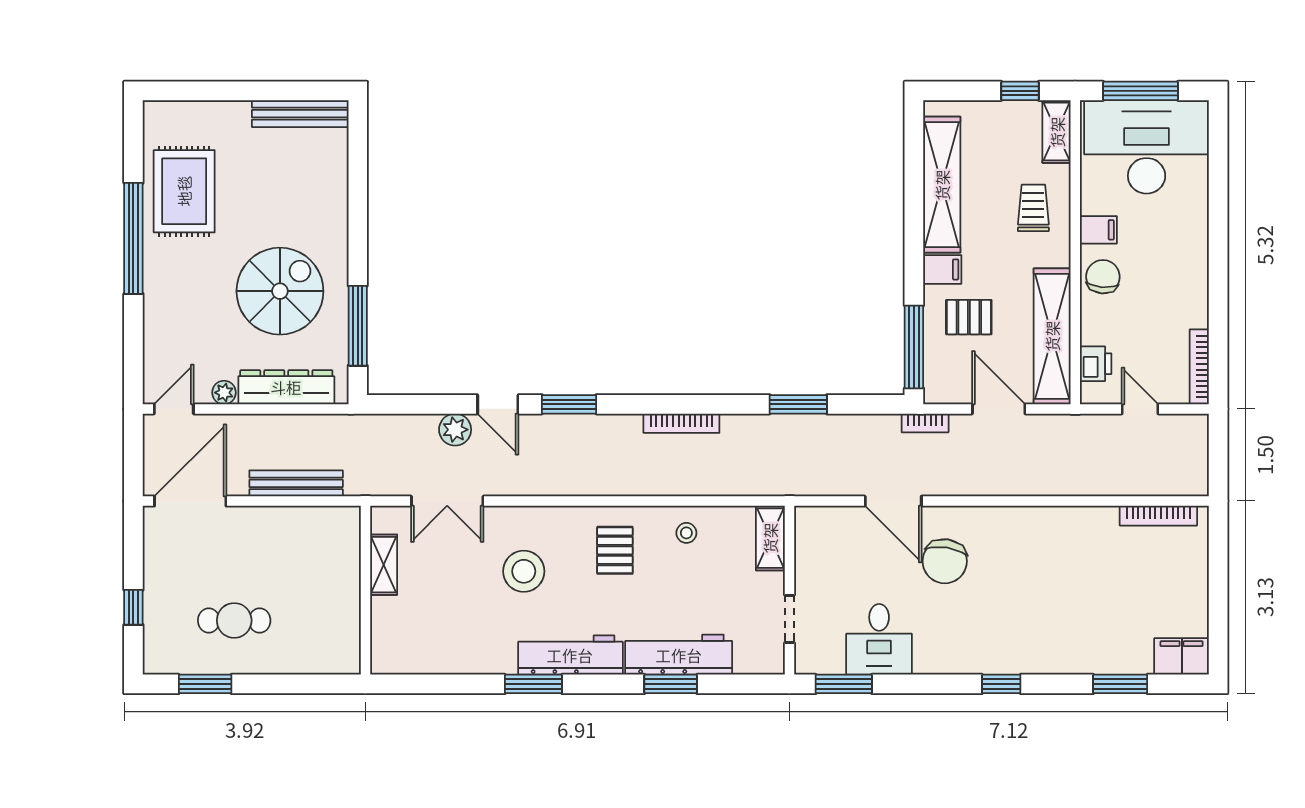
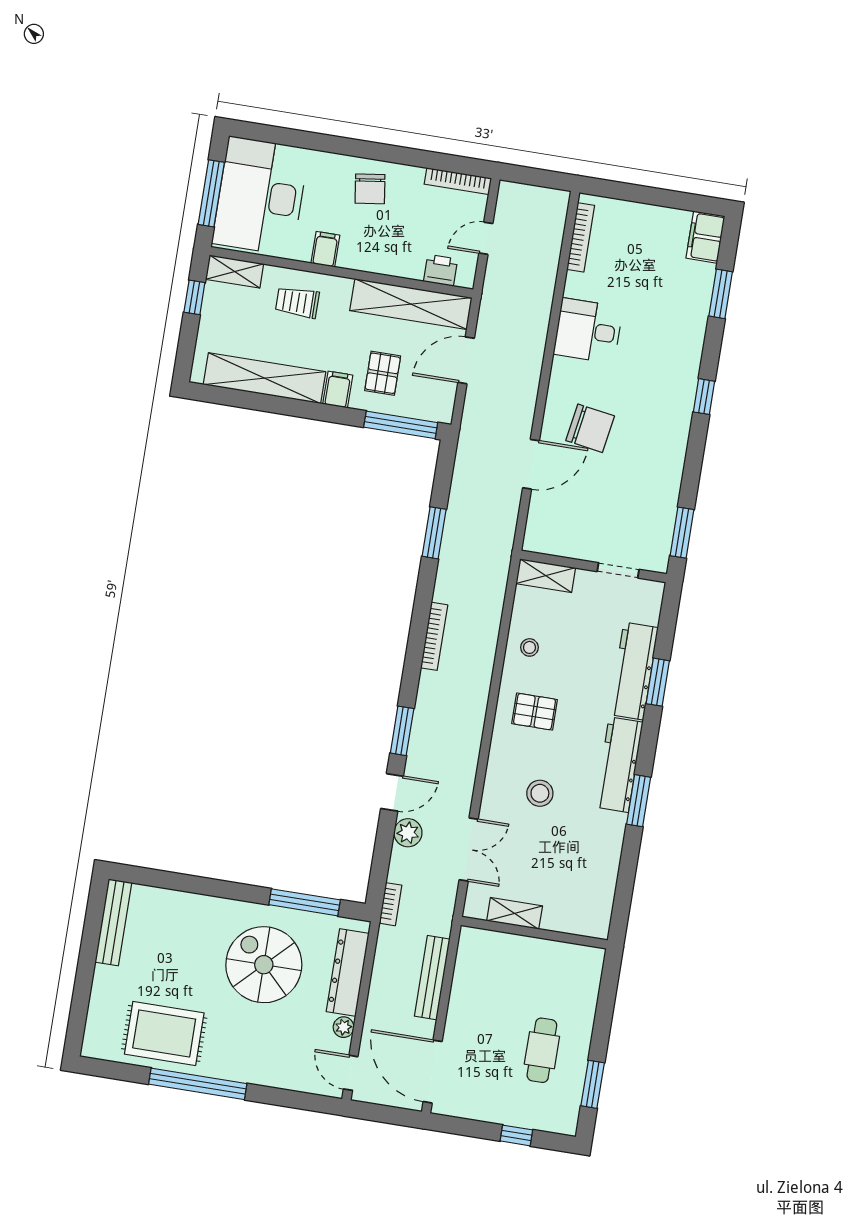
chair: (1103, 277) -> (370, 189), moved, turned -103
bookcase: (925, 423) -> (390, 904), moved
stool: (524, 571) -> (540, 793), width x0.73, depth x0.73
desk: (879, 639) -> (588, 331), moved, turned 180

